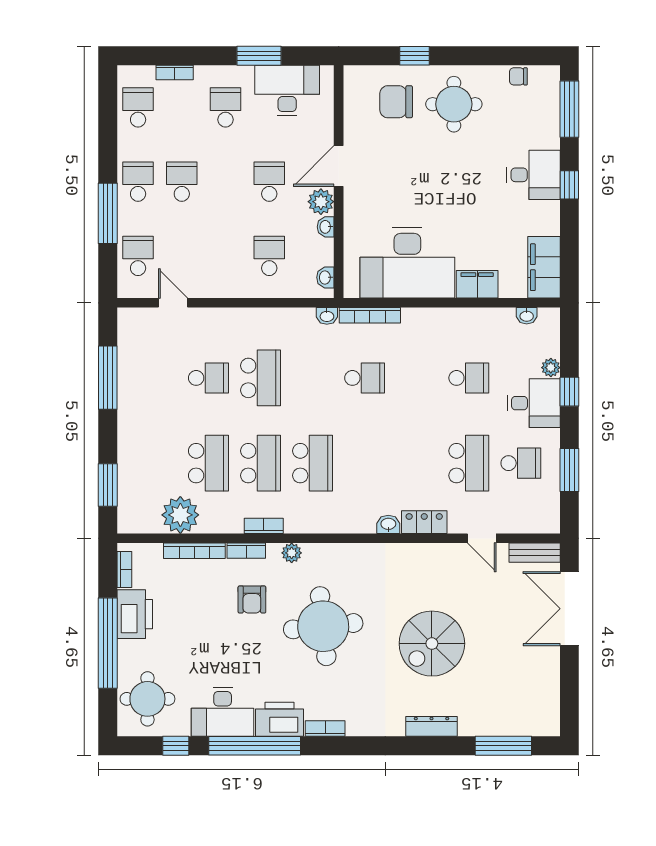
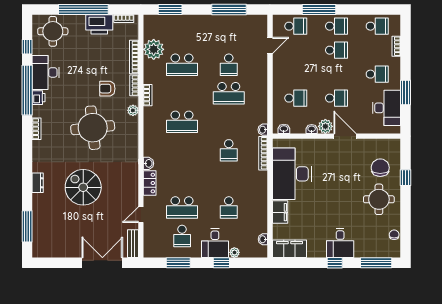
school desk: (260, 463) -> (182, 93), removed
printer: (279, 719) -> (39, 98), width x0.53, depth x0.68
dresser: (431, 726) -> (38, 183), width x0.70

